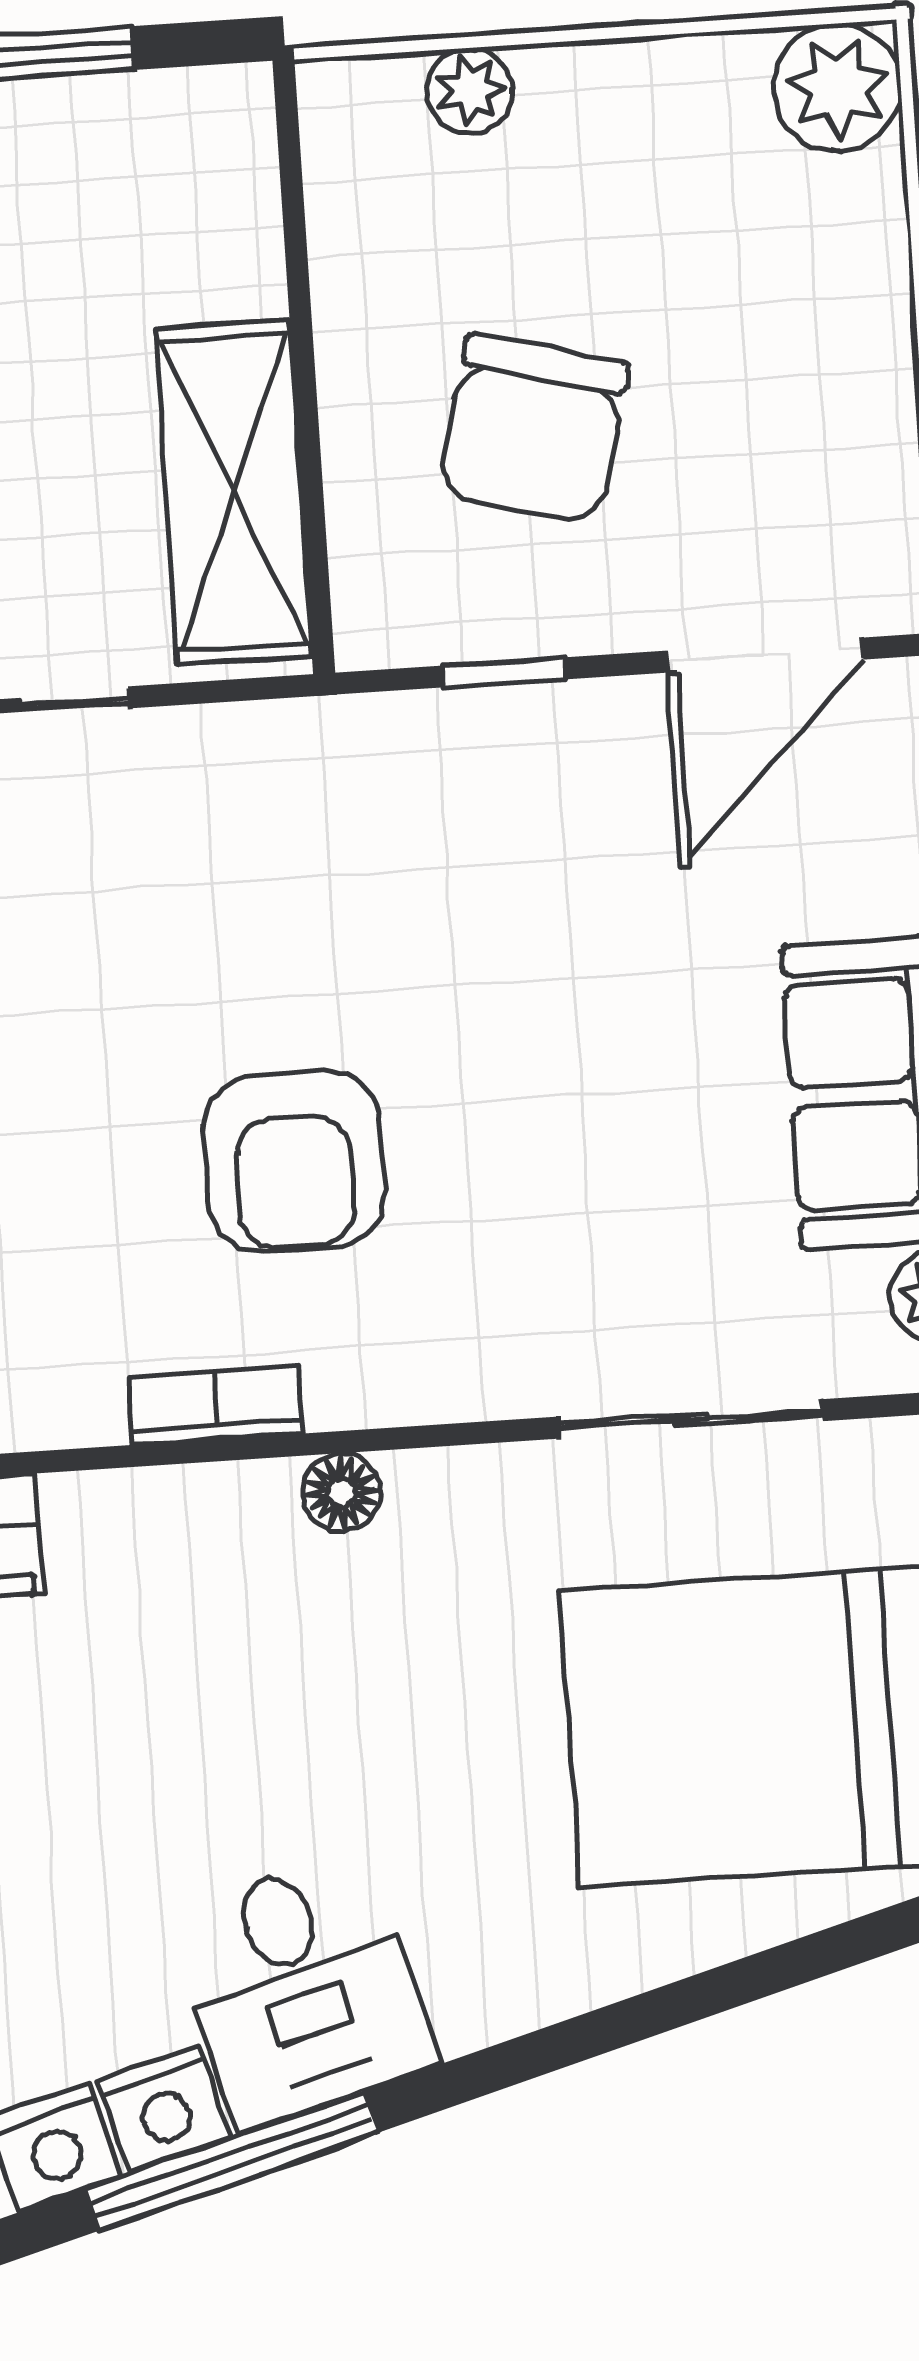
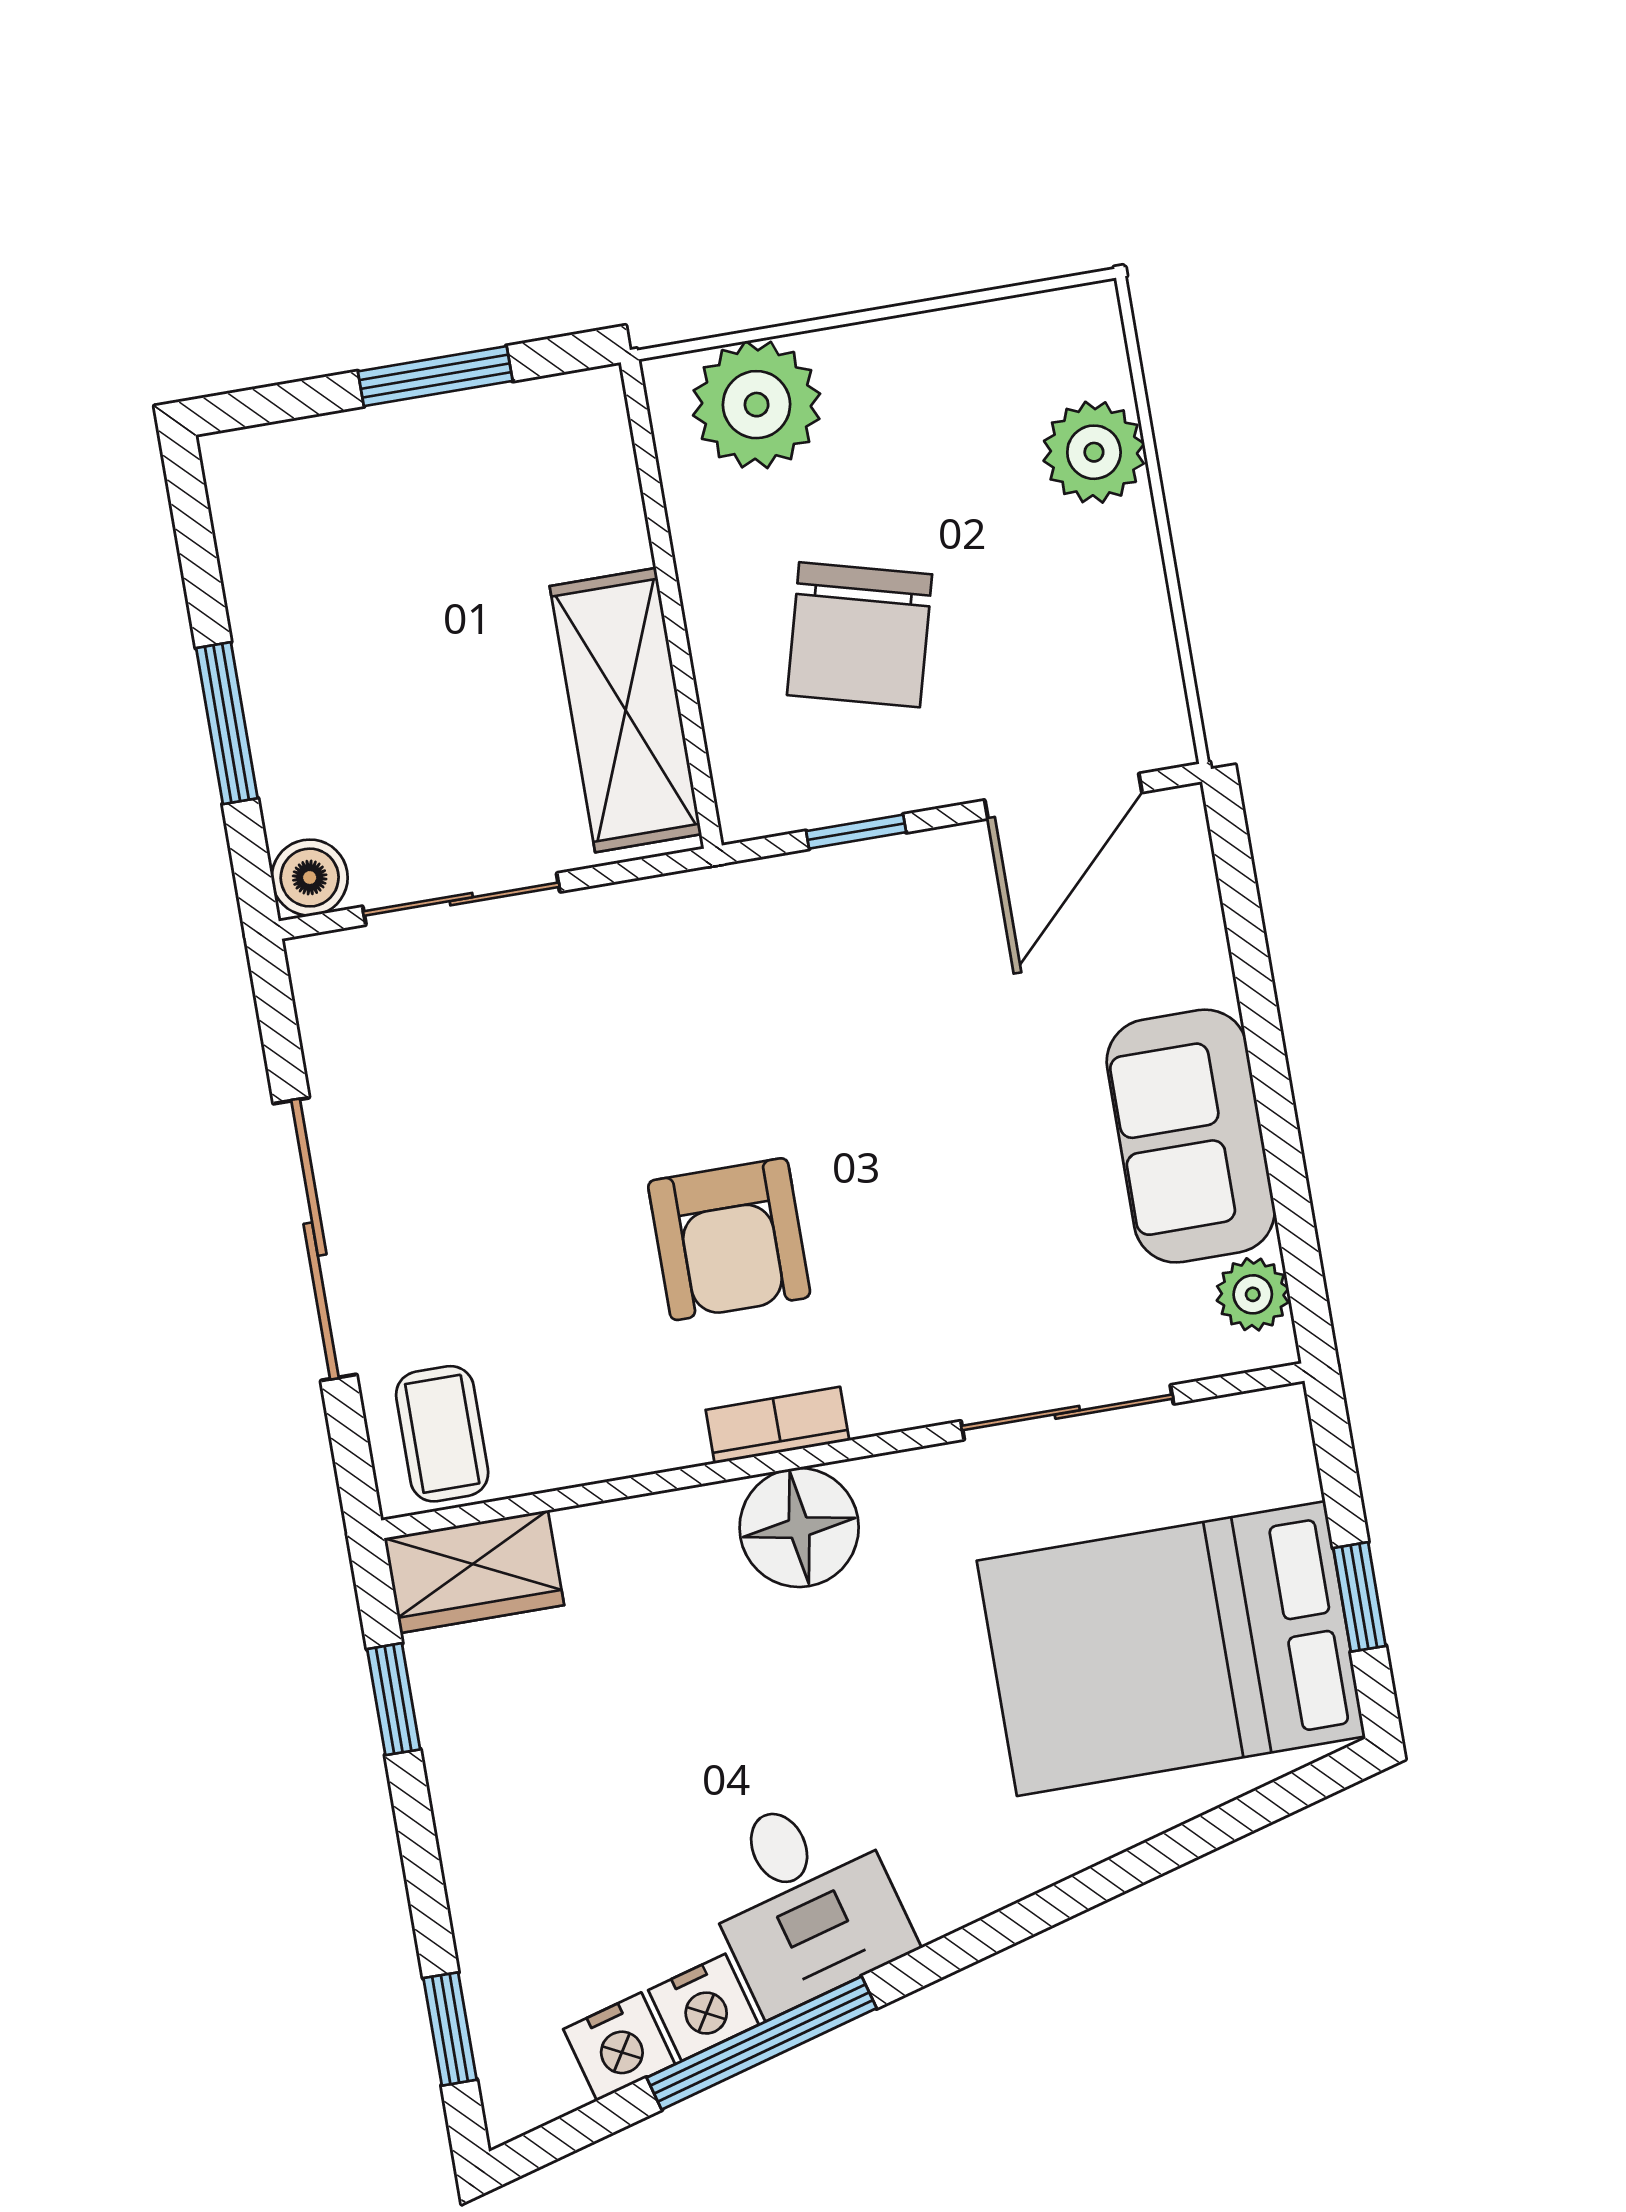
plant: (837, 87) -> (1094, 452), moved
plant: (470, 91) -> (757, 405), width x1.88, depth x1.88
bookcase: (216, 1405) -> (777, 1425), moved
floor lamp: (342, 1492) -> (799, 1528), width x1.89, depth x1.89

